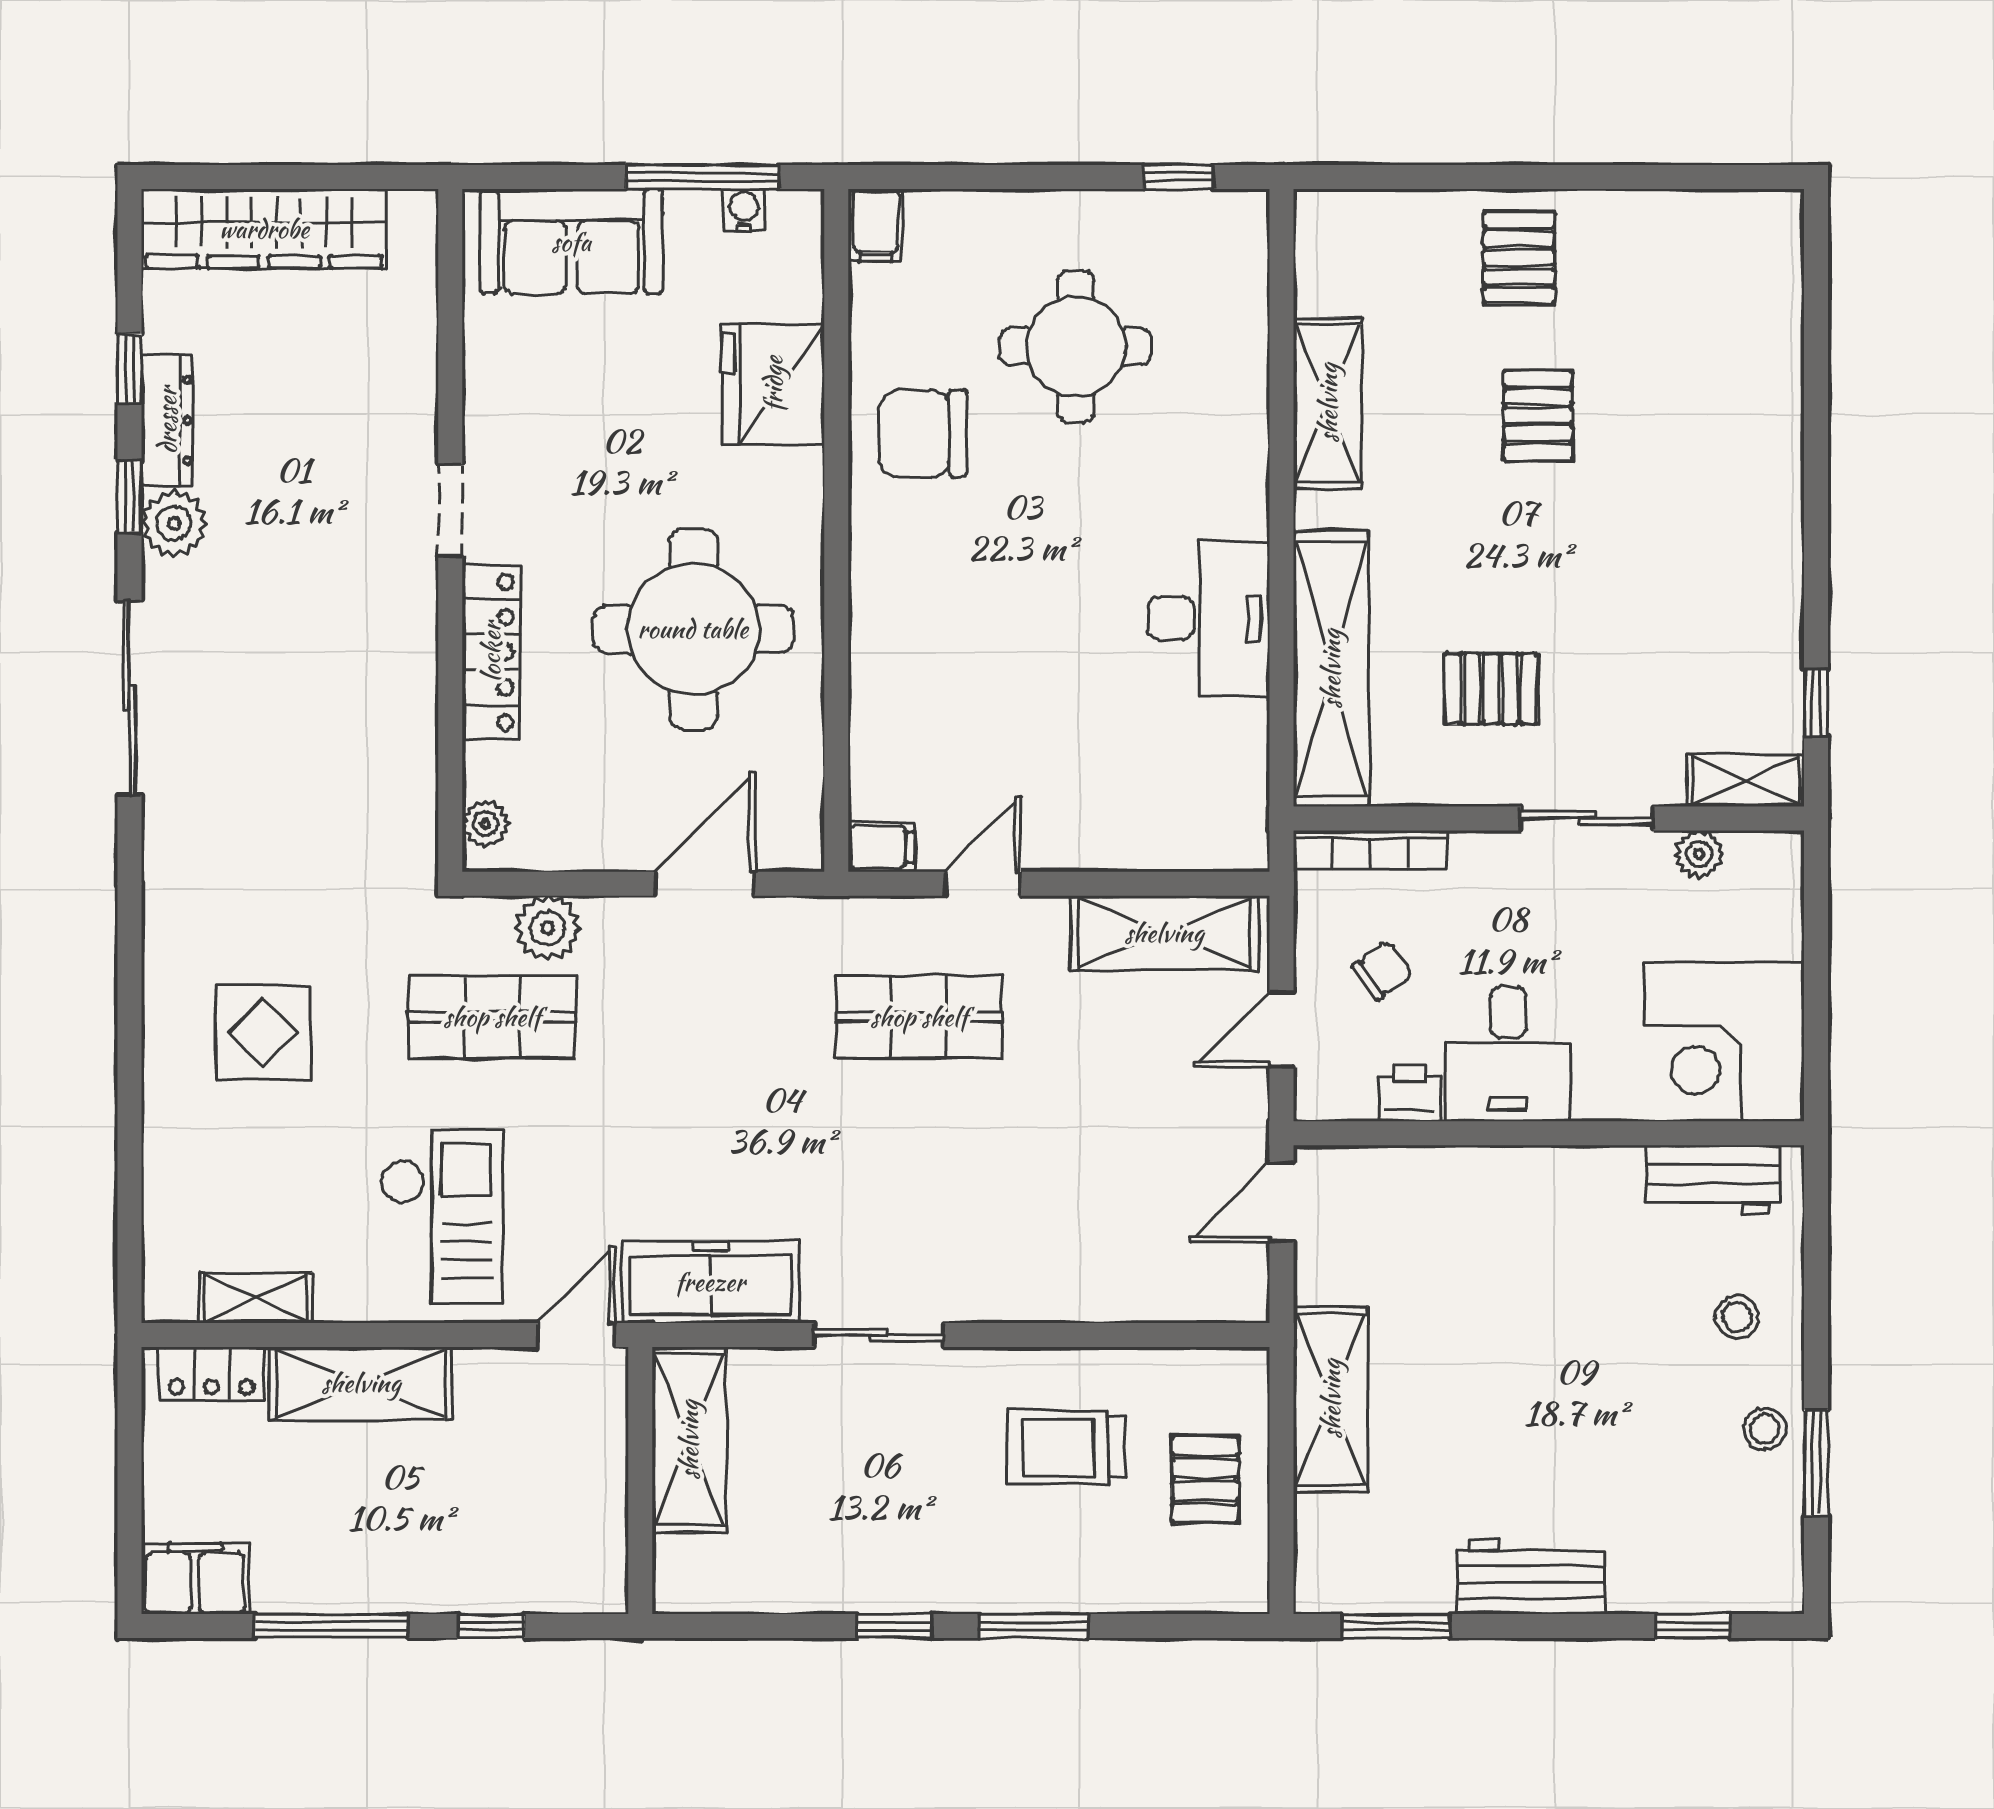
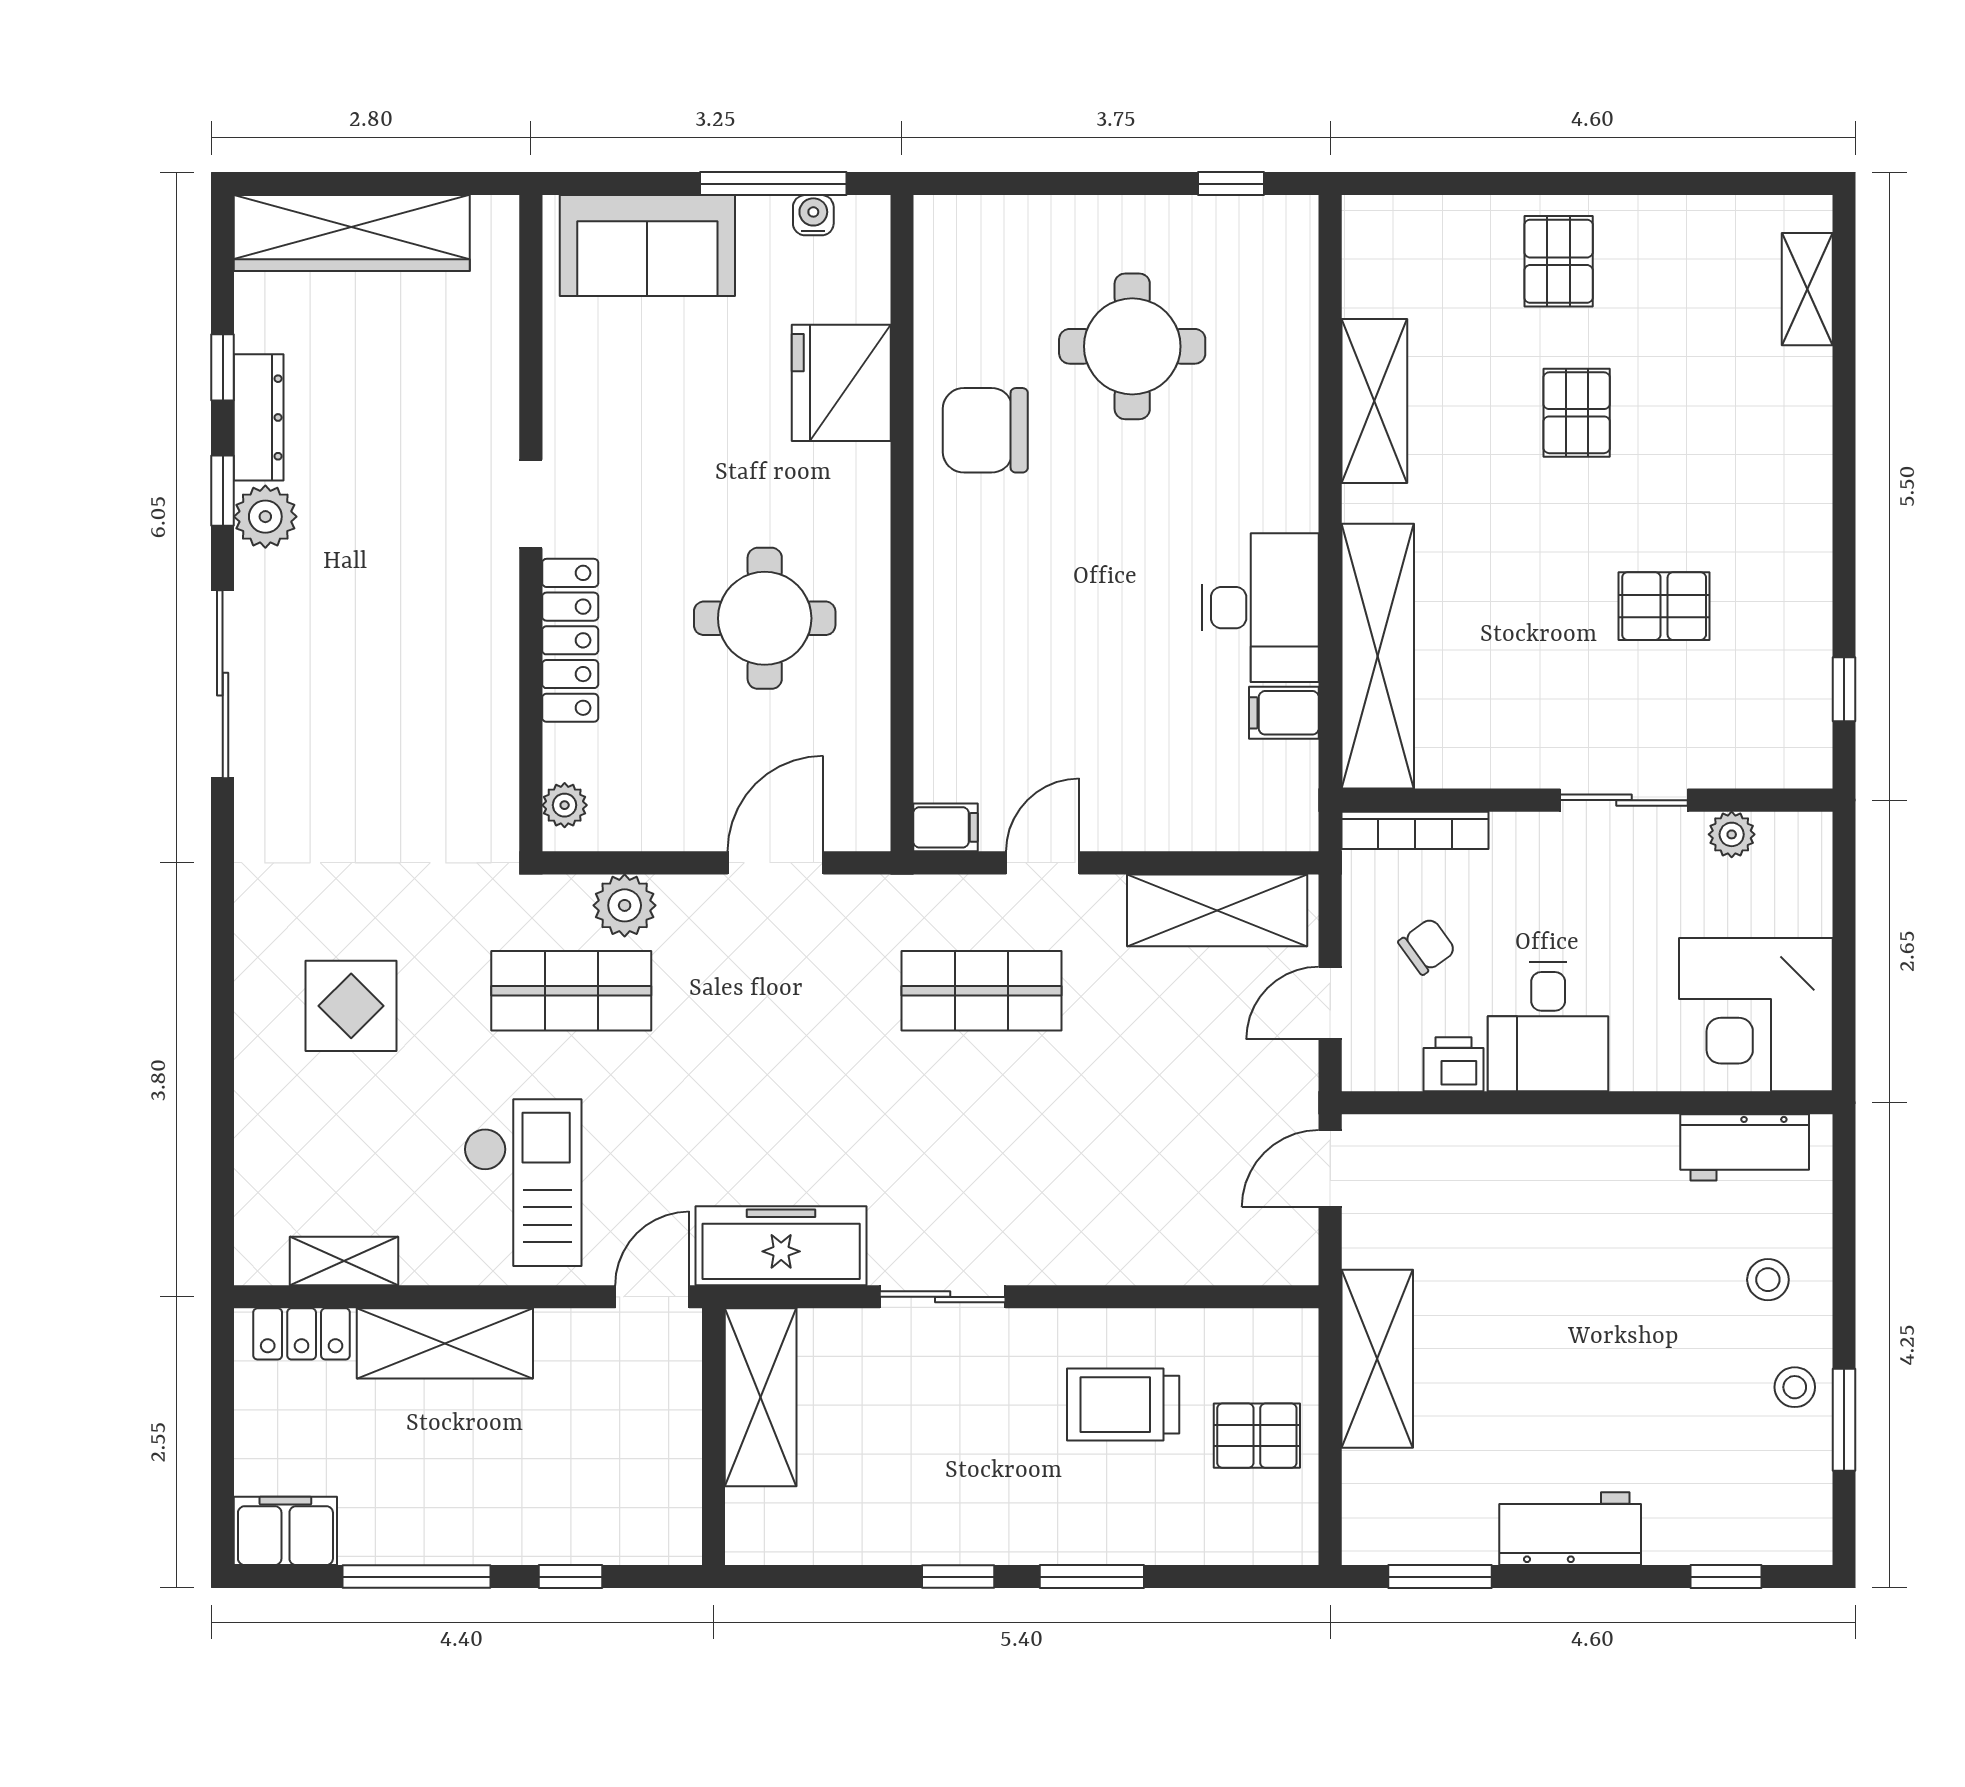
filing cabinet: (876, 225) -> (1284, 713), moved, turned 90
round table: (693, 629) -> (765, 618), width x0.73, depth x0.73
pallet: (1491, 689) -> (1664, 606), moved
shelving: (1746, 780) -> (1807, 289), moved, turned 90
pallet: (1205, 1479) -> (1257, 1436), turned 90

